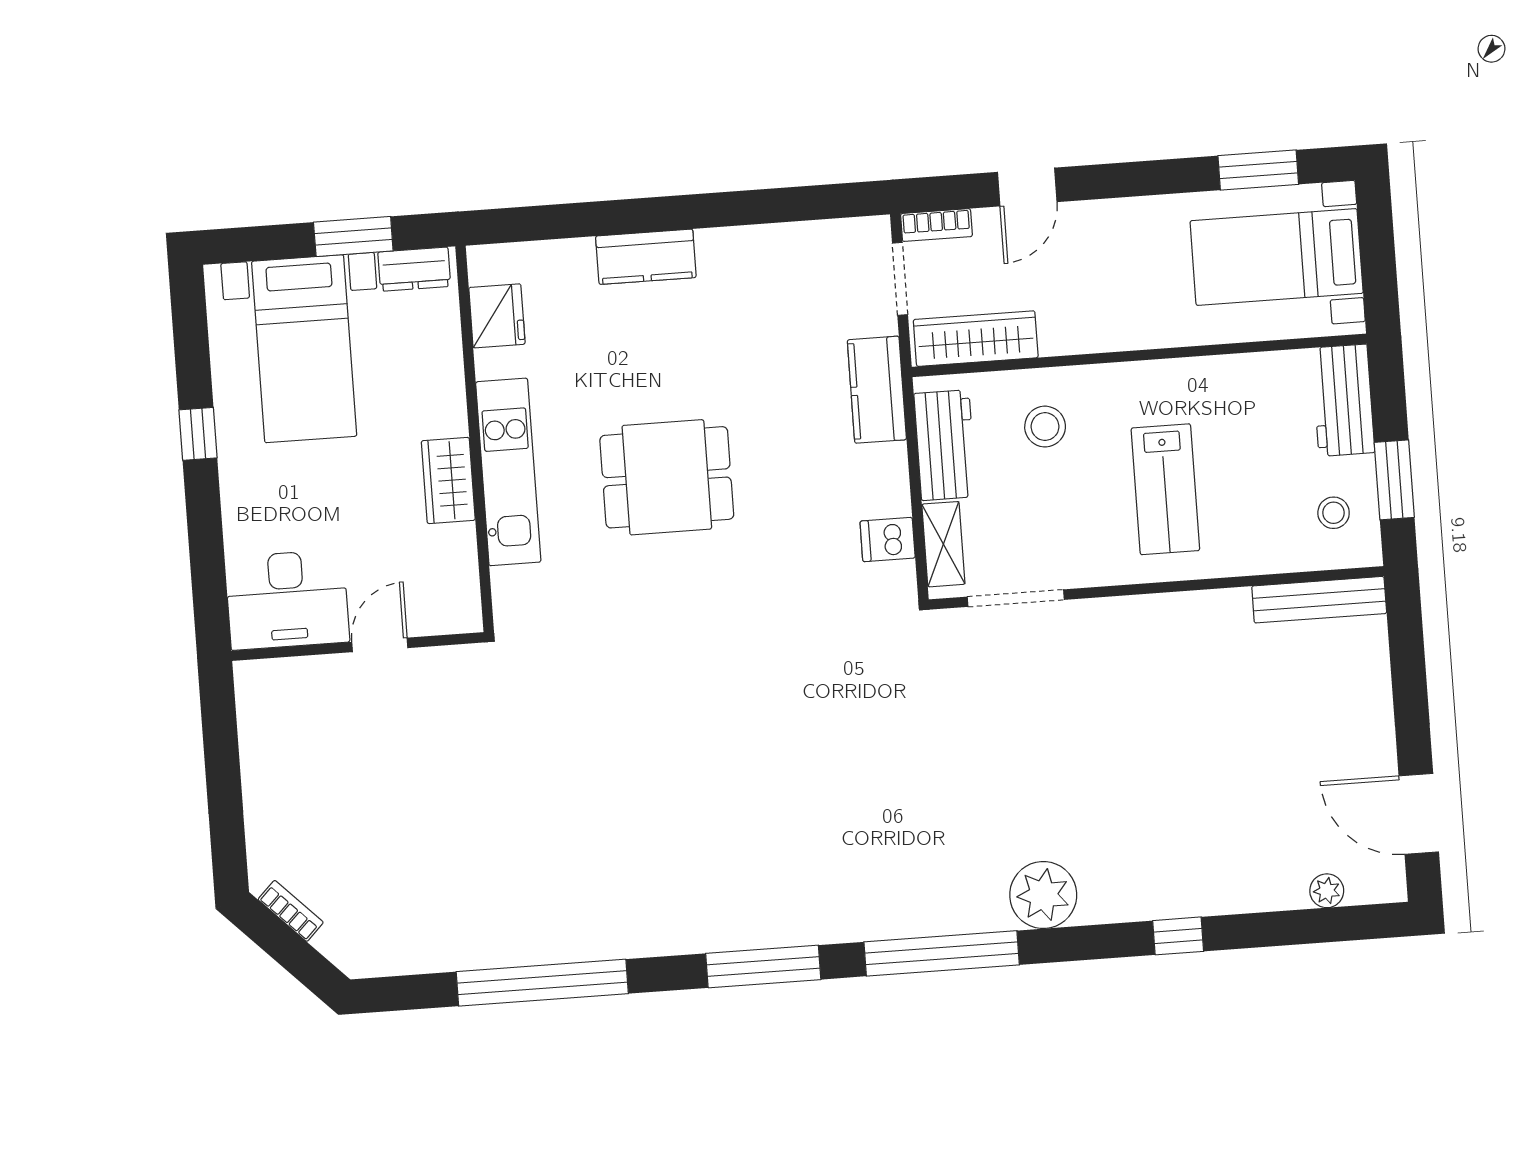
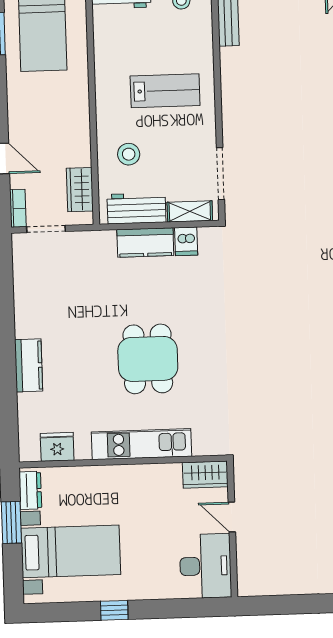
wardrobe: (976, 339) -> (80, 190), width x0.67
kitchen counter: (877, 390) -> (145, 243), moved
wardrobe: (448, 480) -> (205, 475), moved

